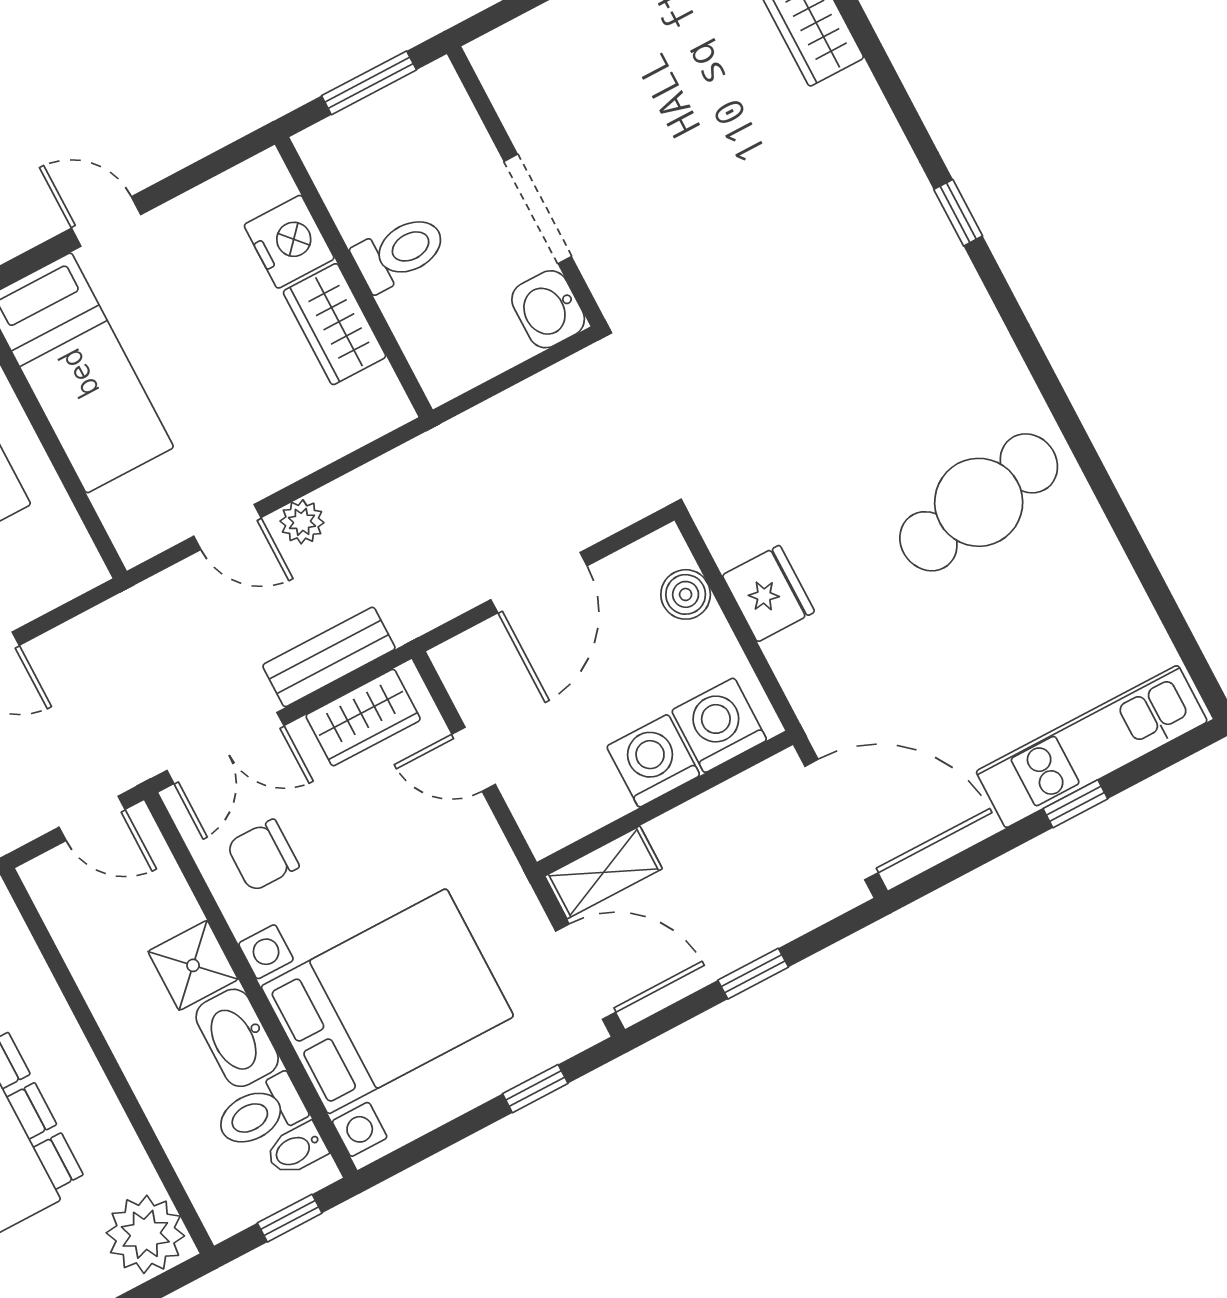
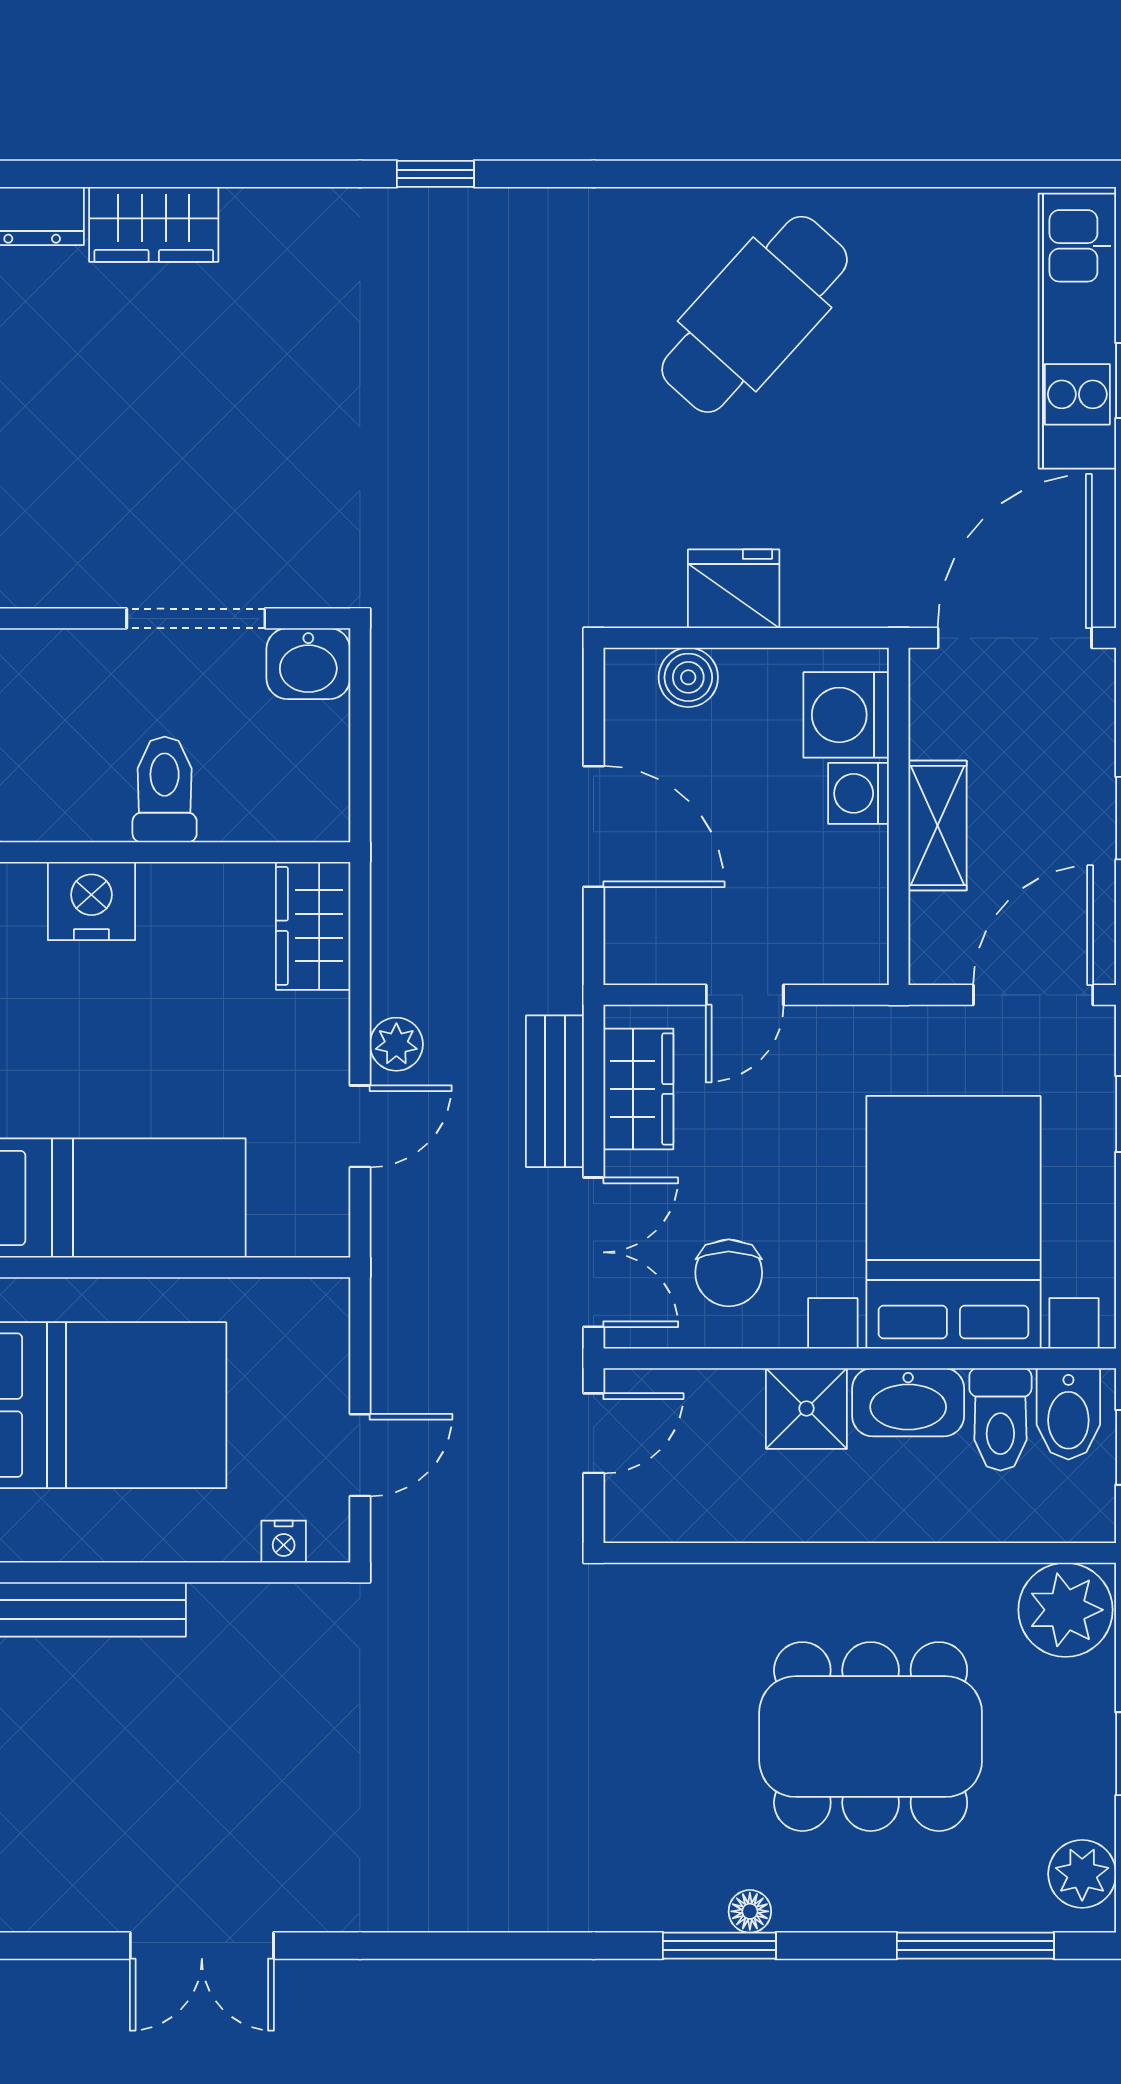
wardrobe: (335, 324) -> (313, 926), moved, turned 90
cafe table: (979, 502) -> (755, 314), turned 52
washing machine: (653, 761) -> (858, 793), width x0.73, depth x0.73
shelving: (603, 872) -> (938, 826), moved
bidet: (296, 1149) -> (1068, 1414), width x1.38, depth x1.36

